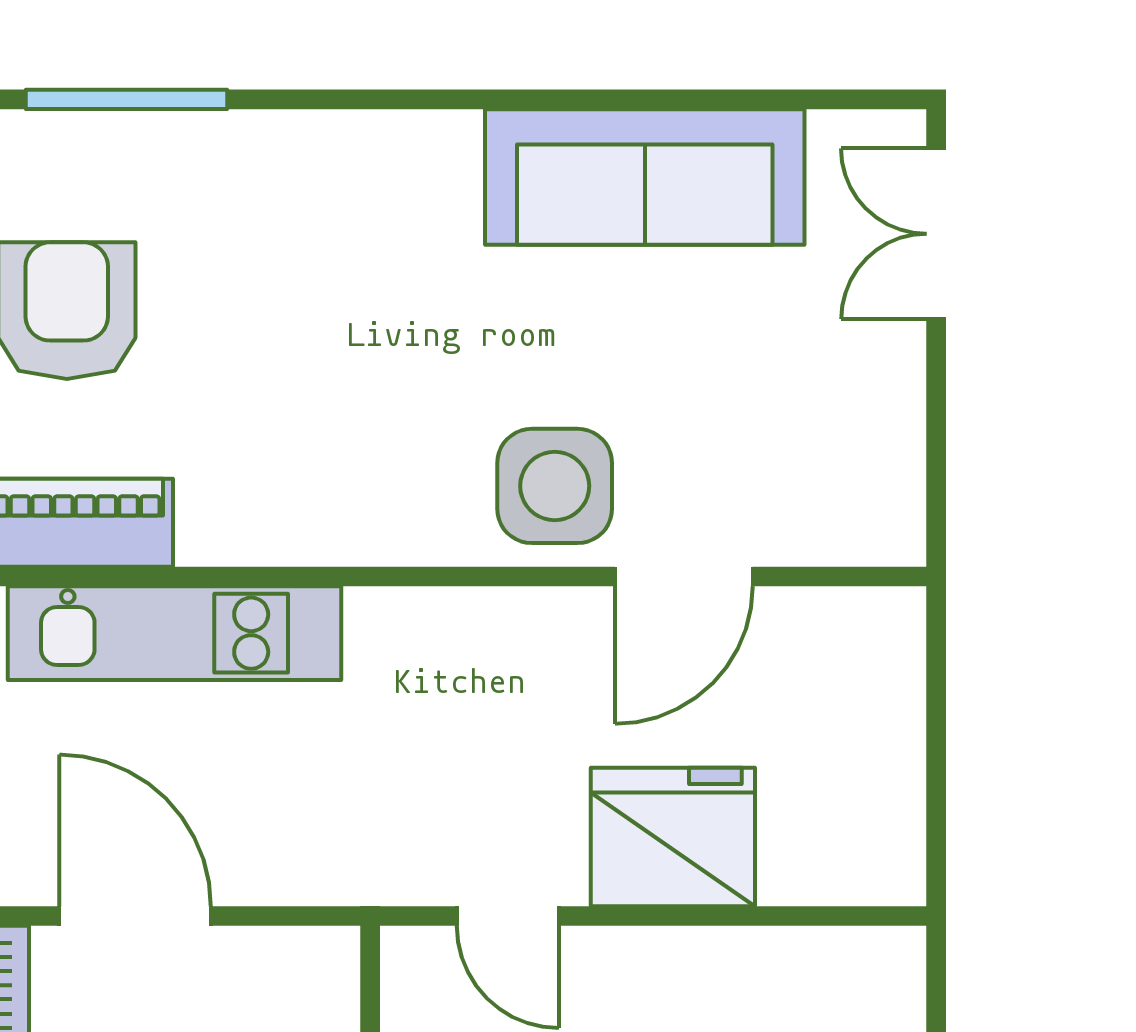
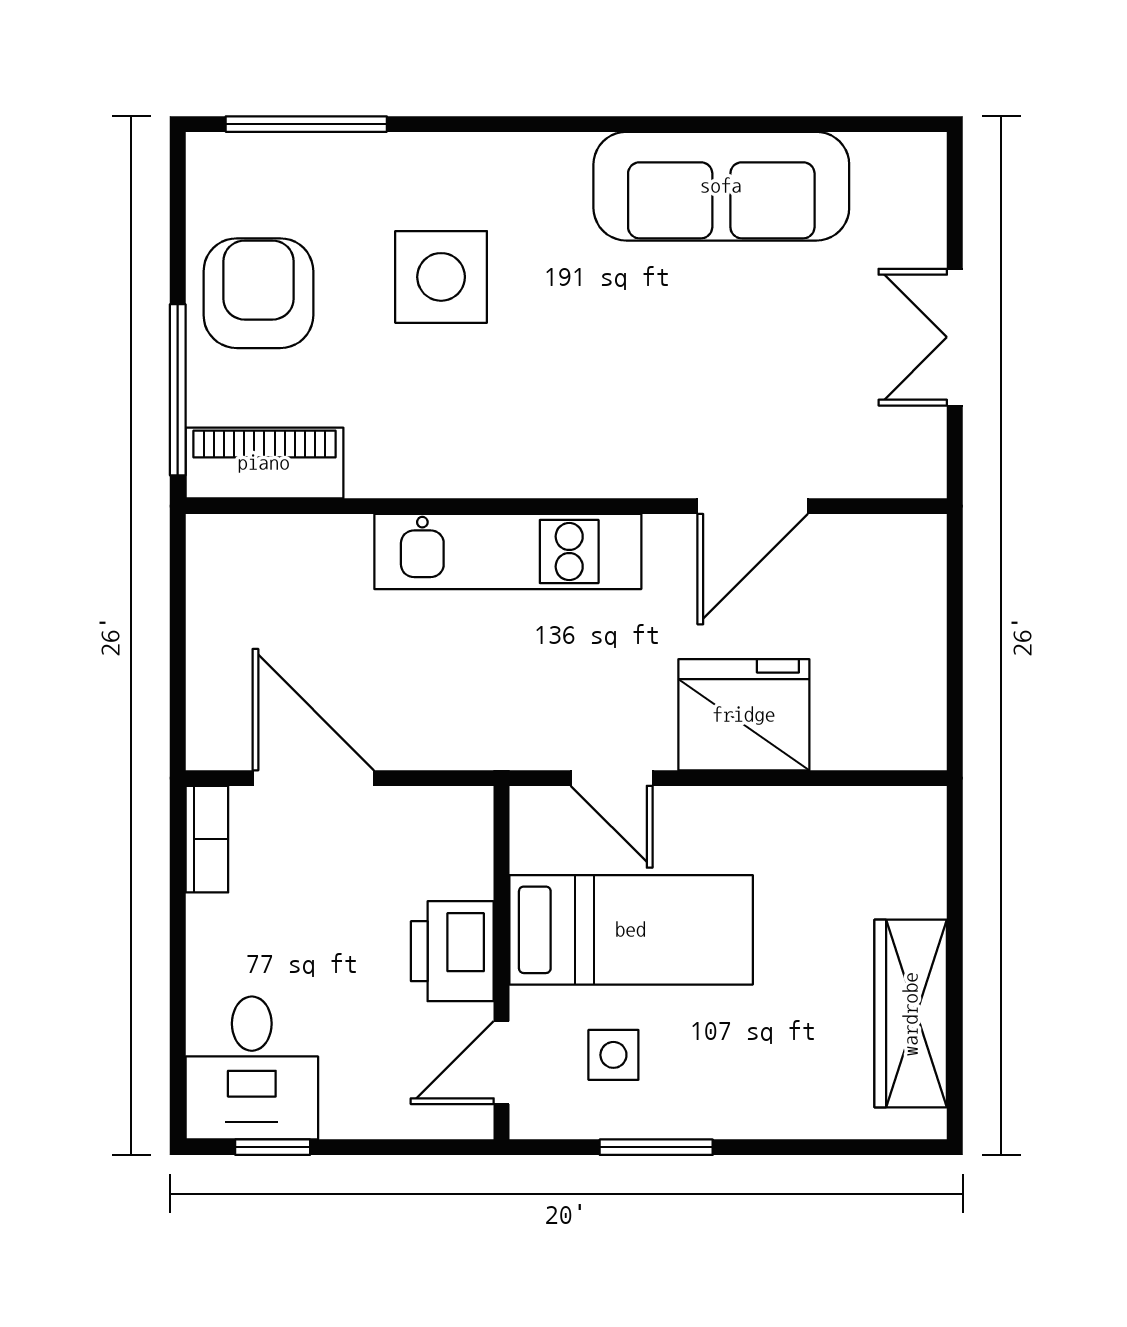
double door: (936, 234) -> (955, 337), moved
side table: (555, 486) -> (441, 277), moved
kitchen unit: (174, 633) -> (508, 552), moved

